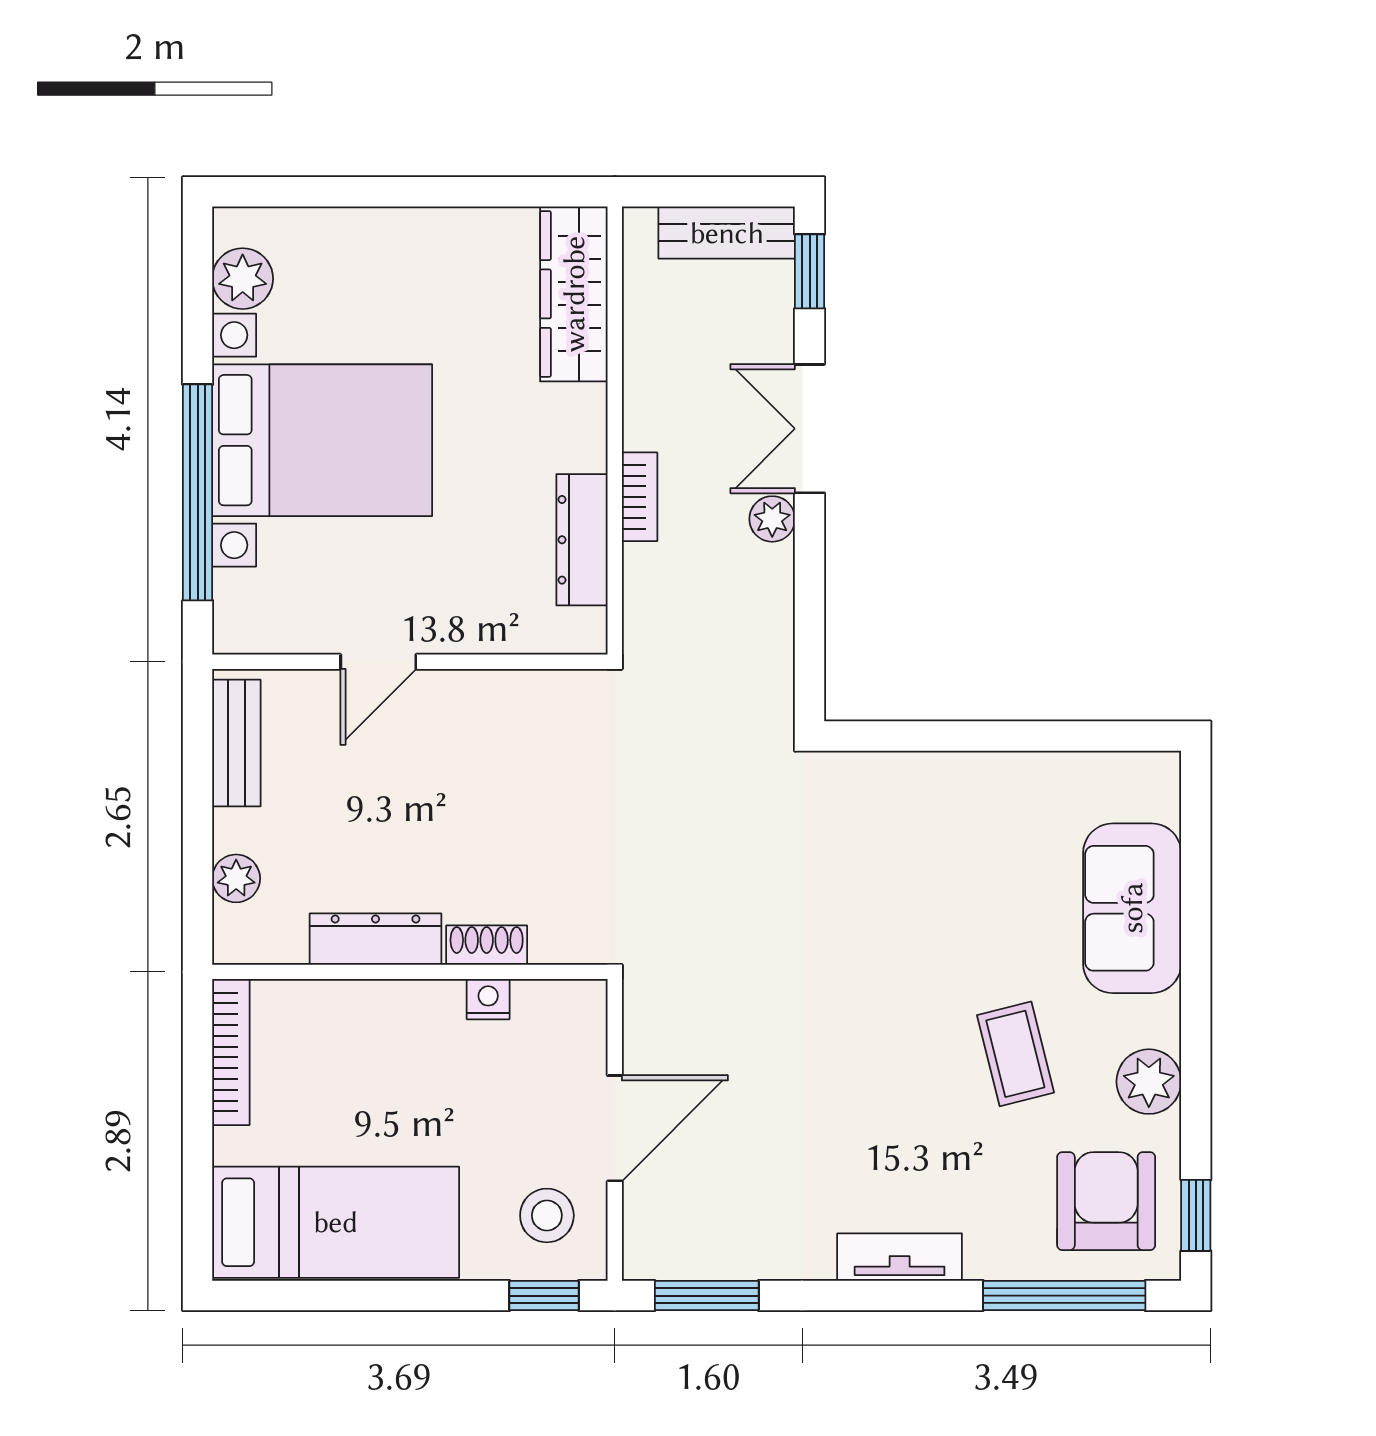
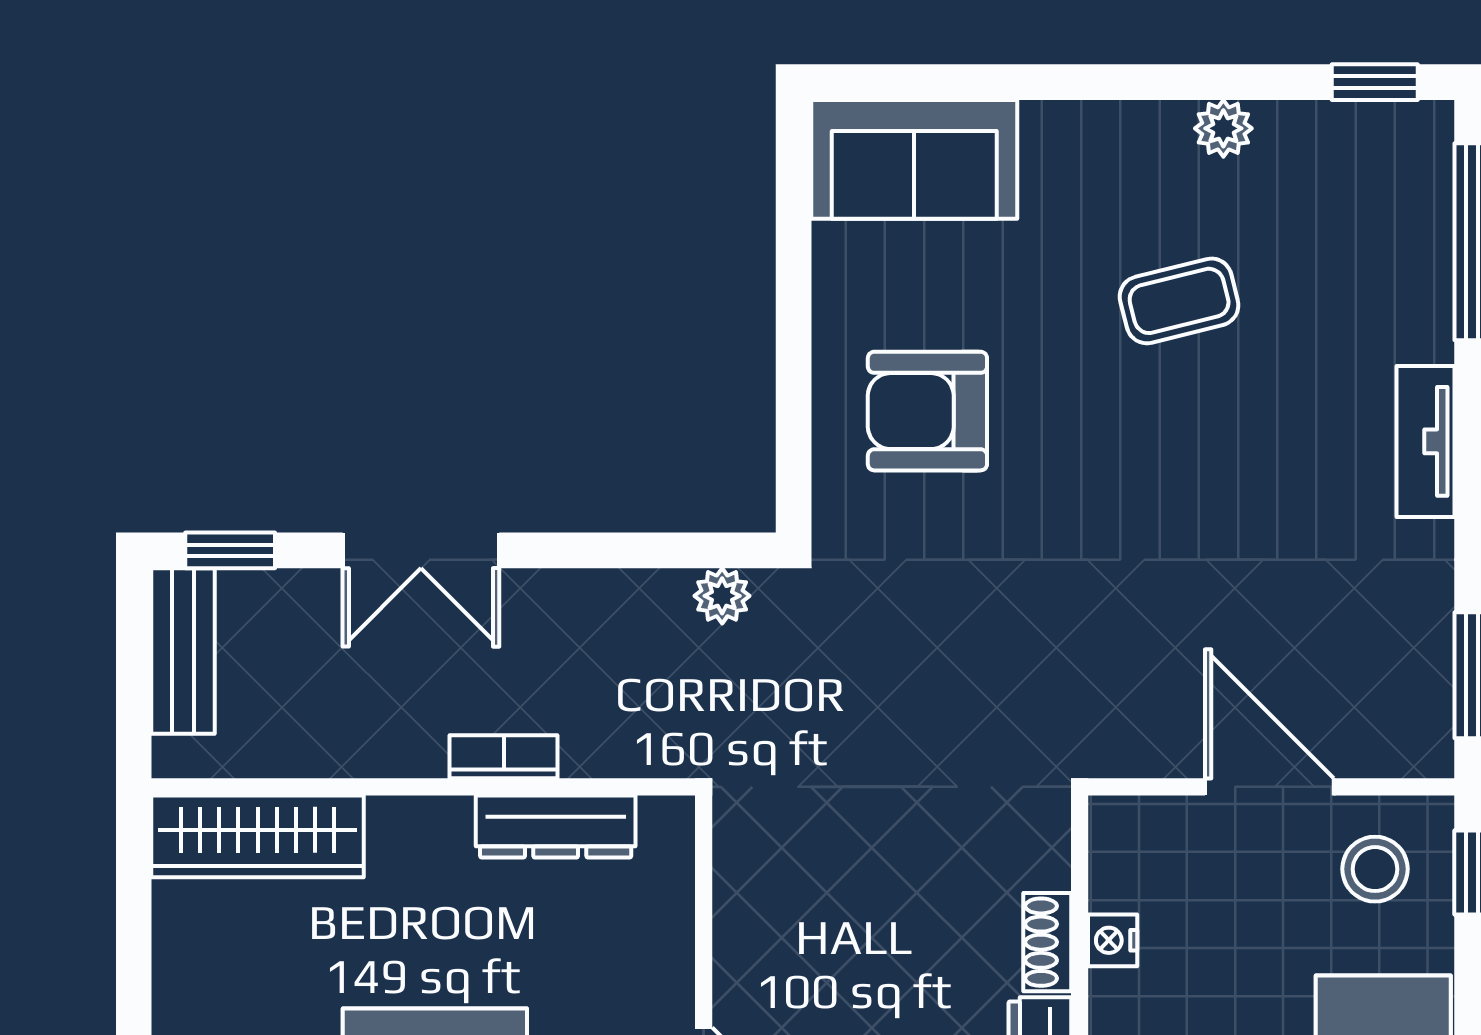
plant: (772, 519) -> (722, 596), moved
sofa: (1132, 908) -> (914, 159), moved
plant: (1149, 1082) -> (1223, 128), width x0.73, depth x0.73
armchair: (1106, 1201) -> (927, 411), moved

